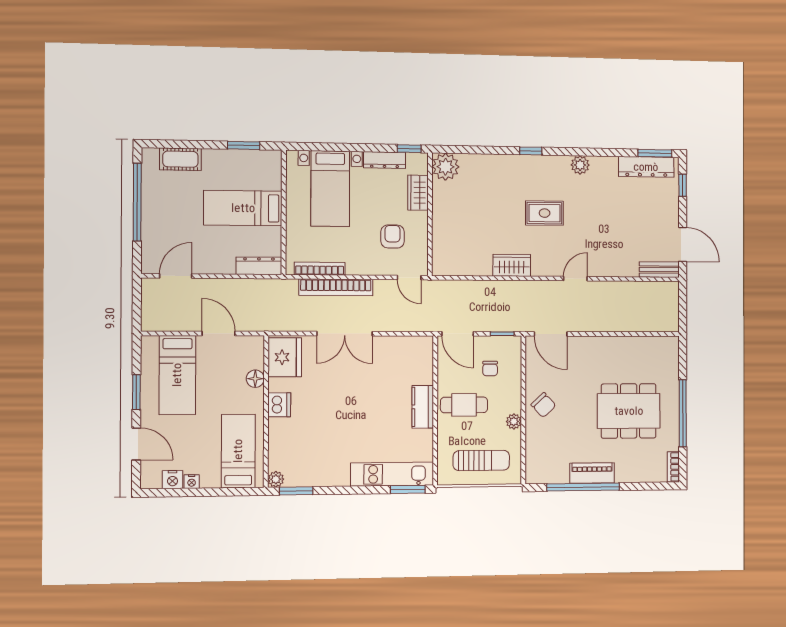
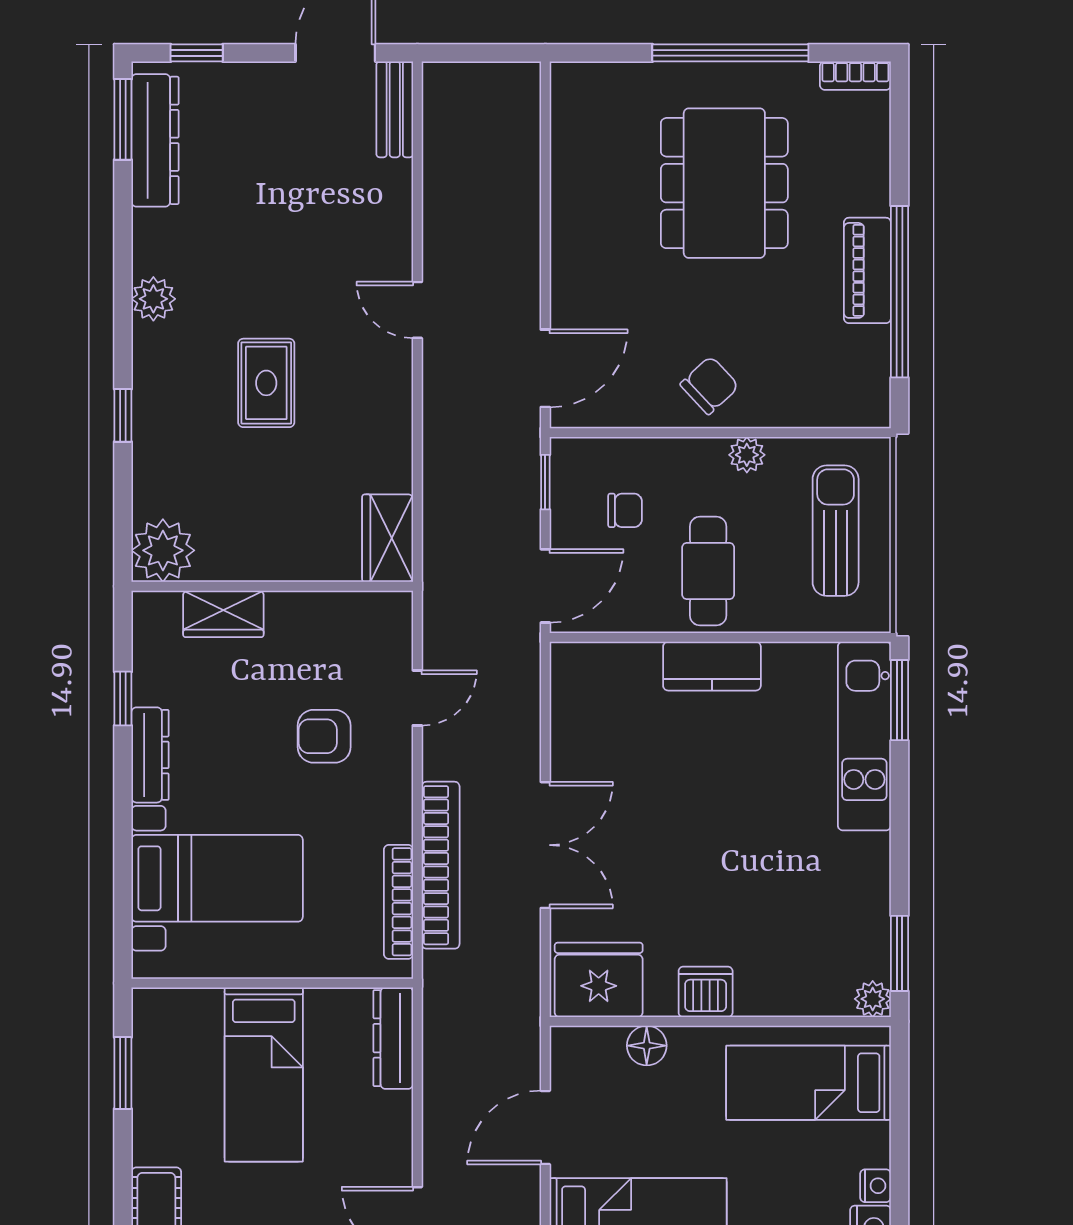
plant: (446, 167) -> (163, 550), moved
wardrobe: (418, 193) -> (223, 614), moved
wall: (430, 214) -> (272, 586), moved
wardrobe: (512, 265) -> (388, 538), moved

